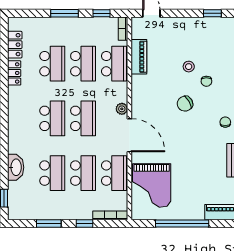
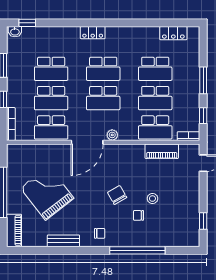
locker: (14, 73) -> (93, 33), moved
washbasin: (16, 167) -> (15, 32), moved, width x0.52, depth x0.69
grand piano: (152, 185) -> (47, 193), moved, turned 52

